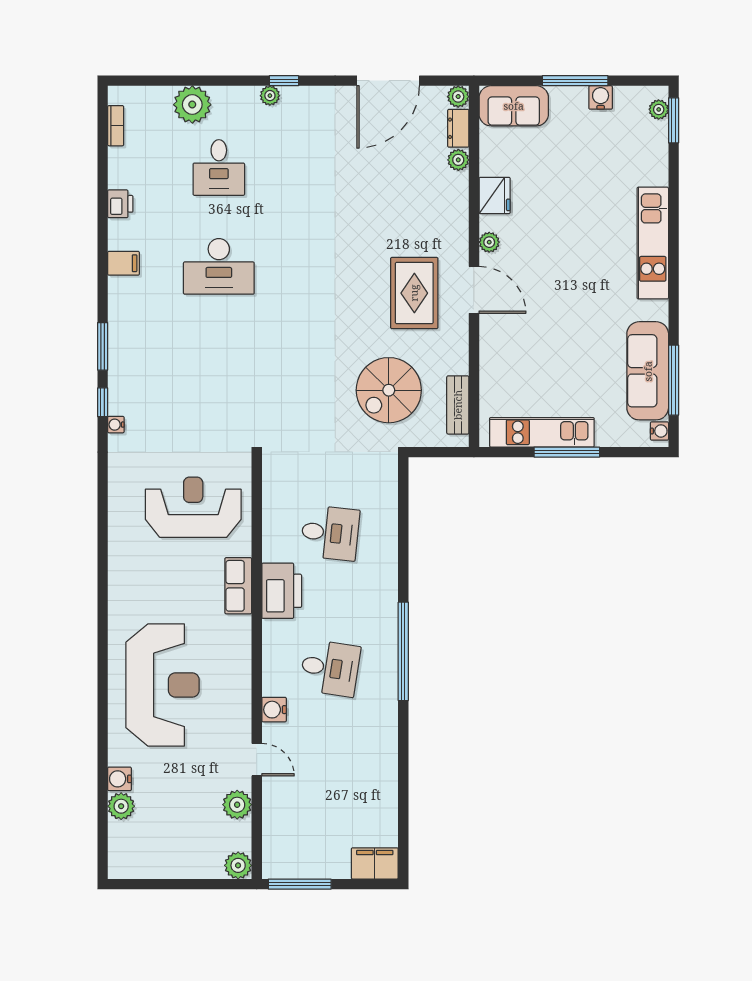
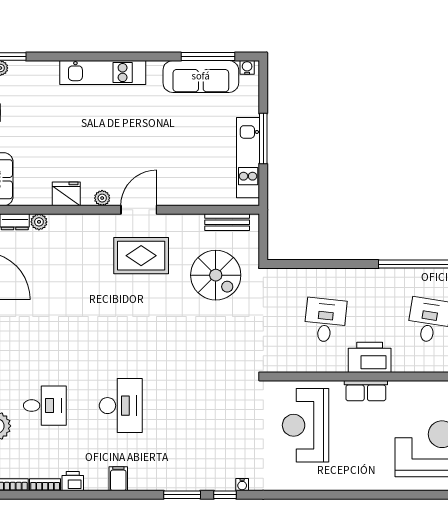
bookcase: (116, 168) -> (45, 485), added

